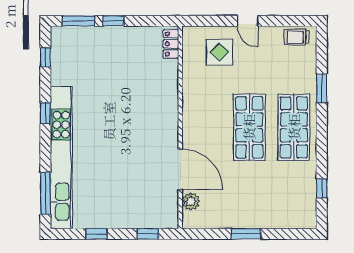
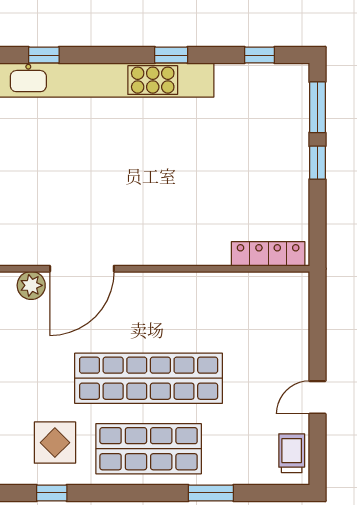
door: (248, 21) -> (317, 397), moved
locker: (171, 44) -> (268, 254), width x1.53
display table: (220, 52) -> (55, 443), moved
shop shelf: (249, 127) -> (149, 378), width x1.40
window: (45, 193) -> (44, 55), width x0.46

